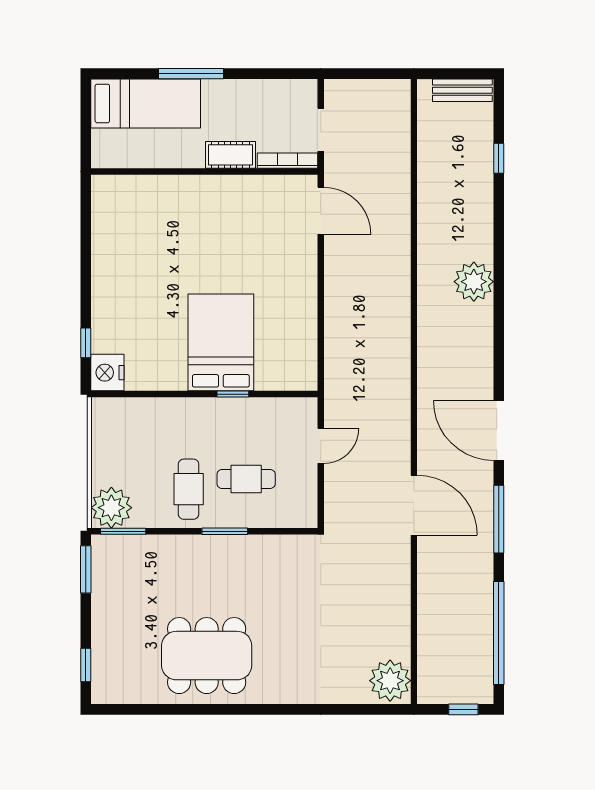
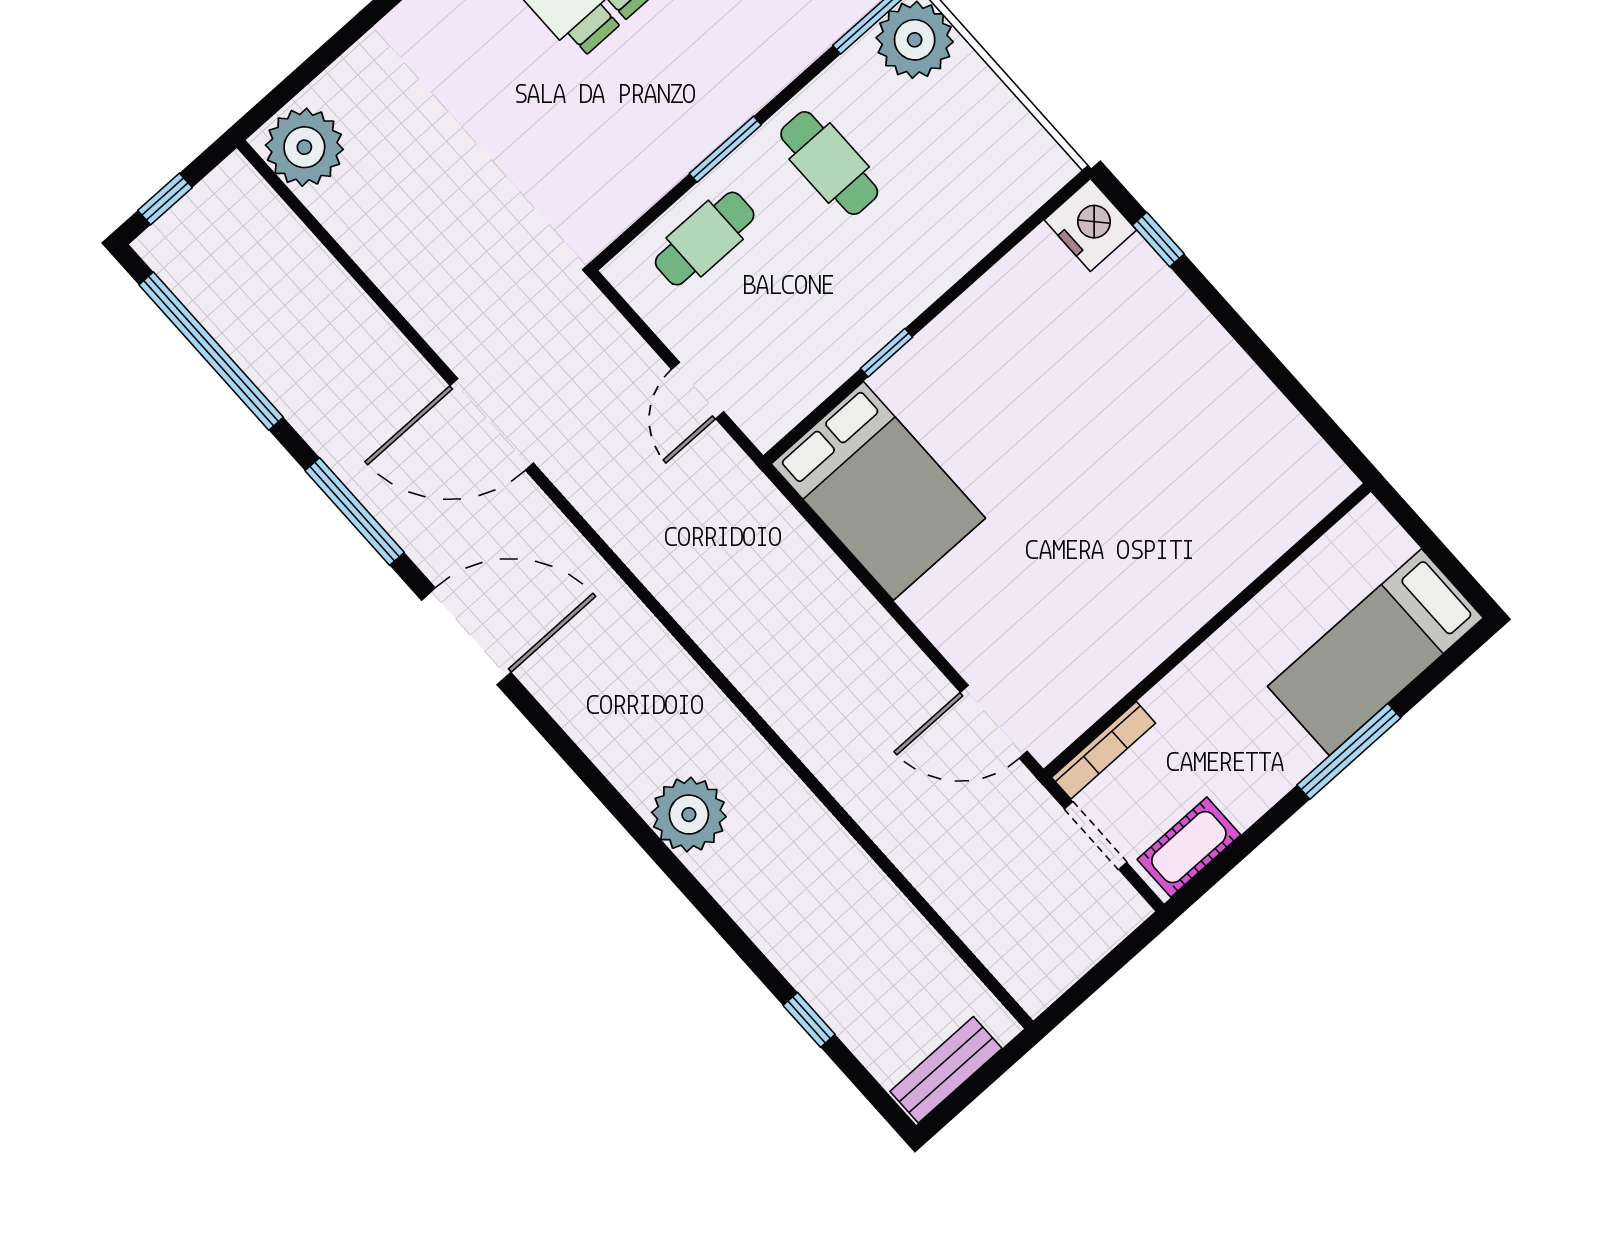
cot: (230, 155) -> (1189, 847), moved
bed: (221, 342) -> (878, 491), moved
cafe table: (246, 479) -> (705, 239), moved

